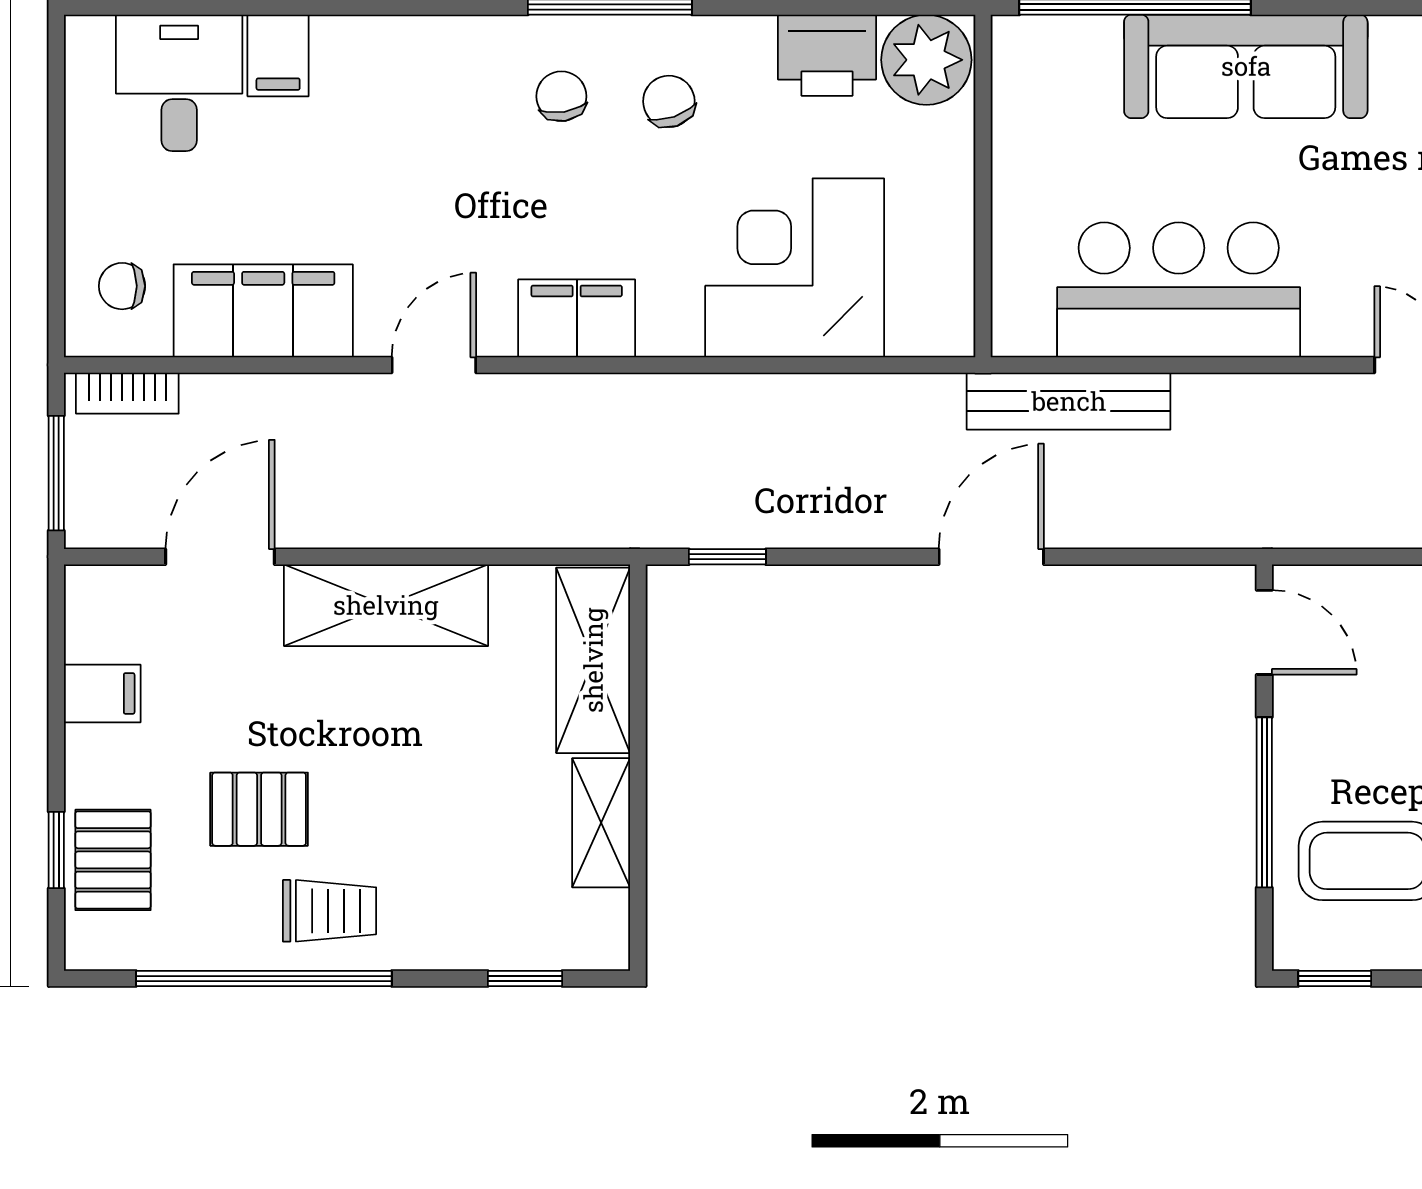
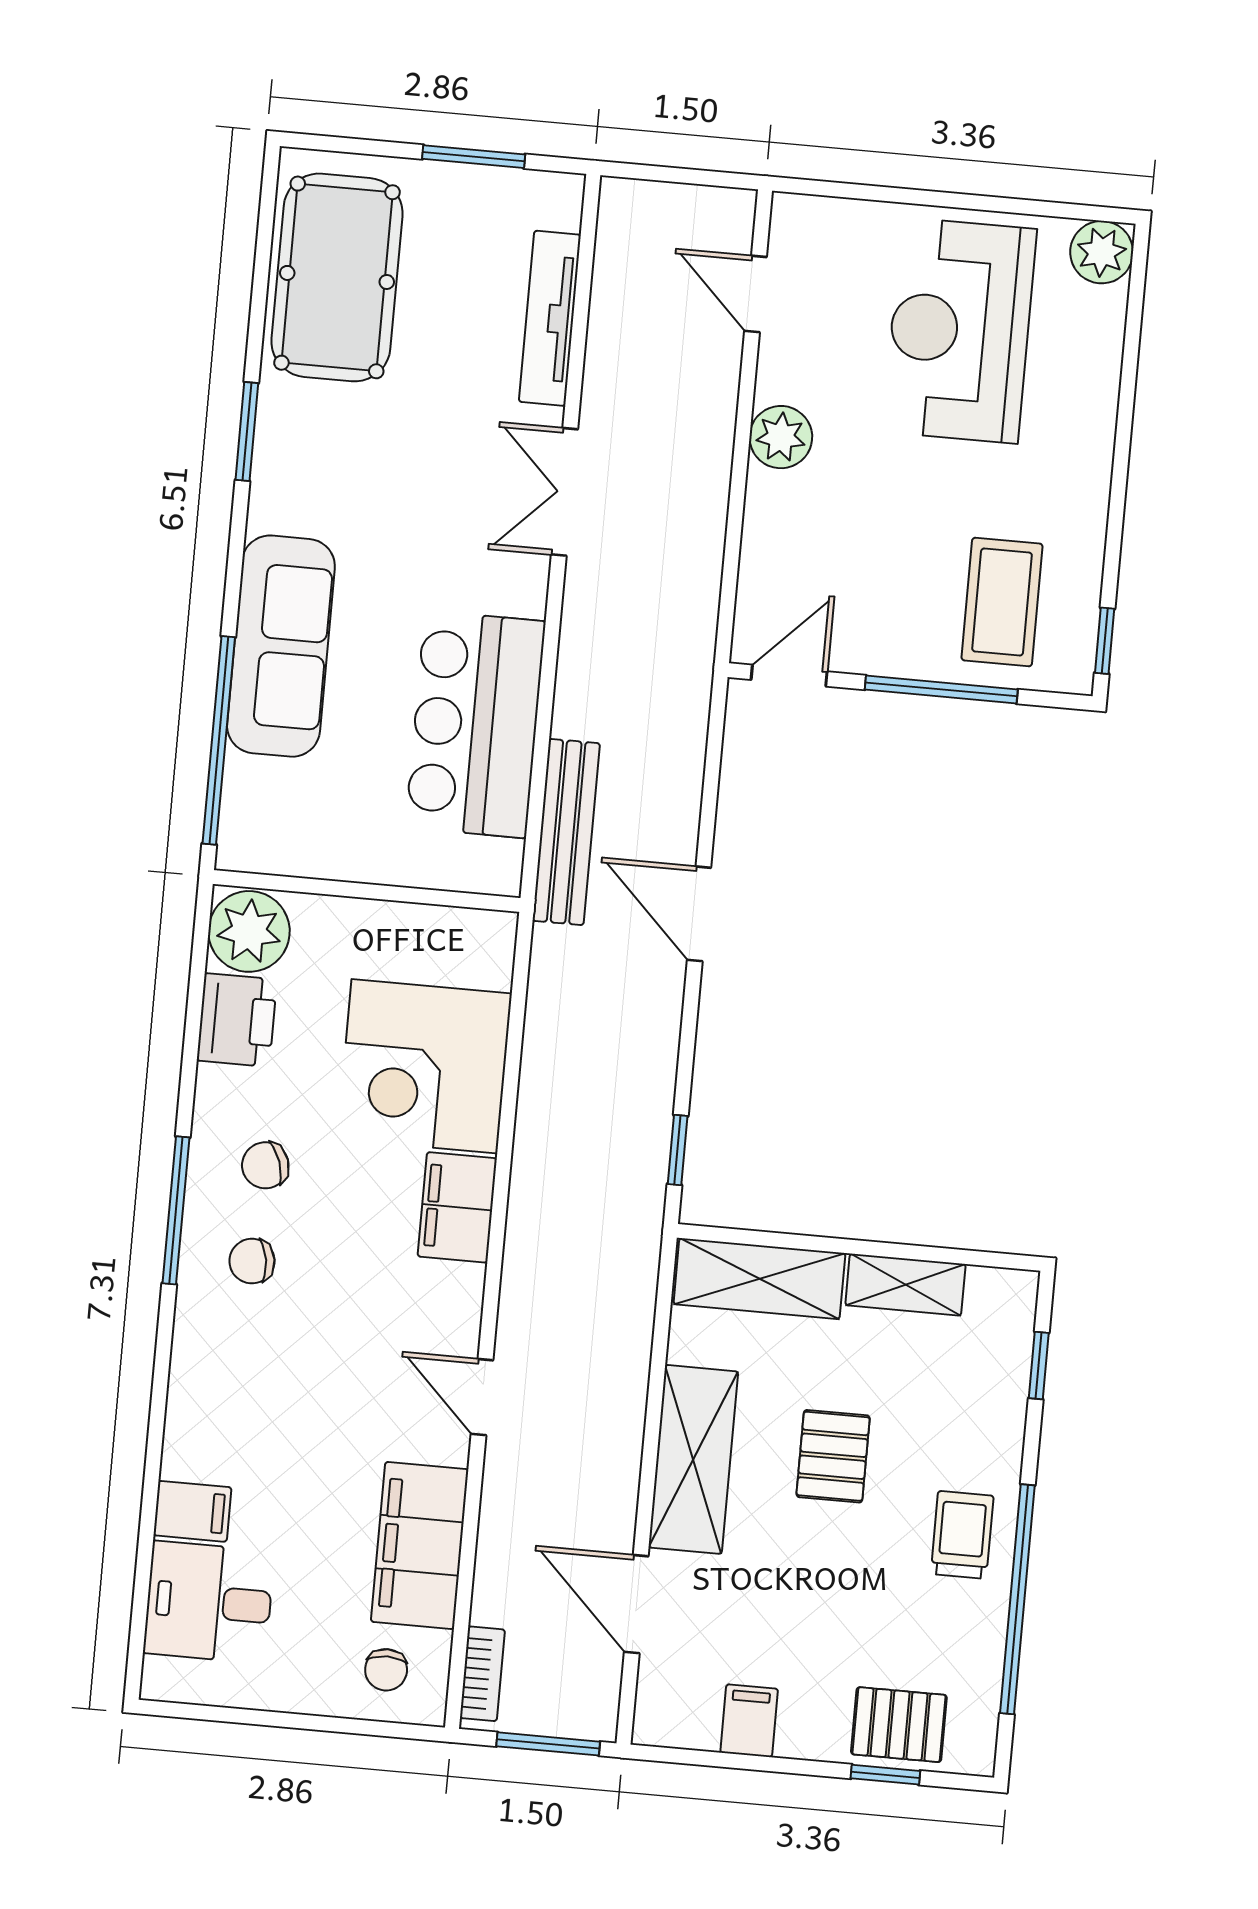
filing cabinet: (577, 318) -> (457, 1207), moved
pallet: (259, 809) -> (833, 1456), moved

